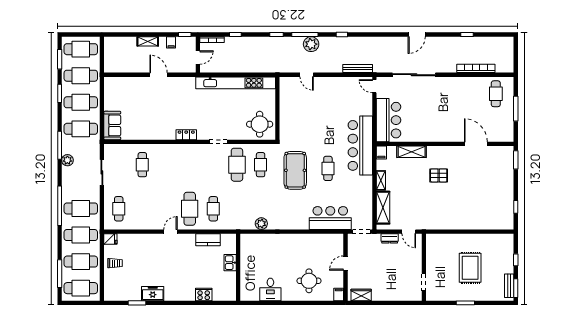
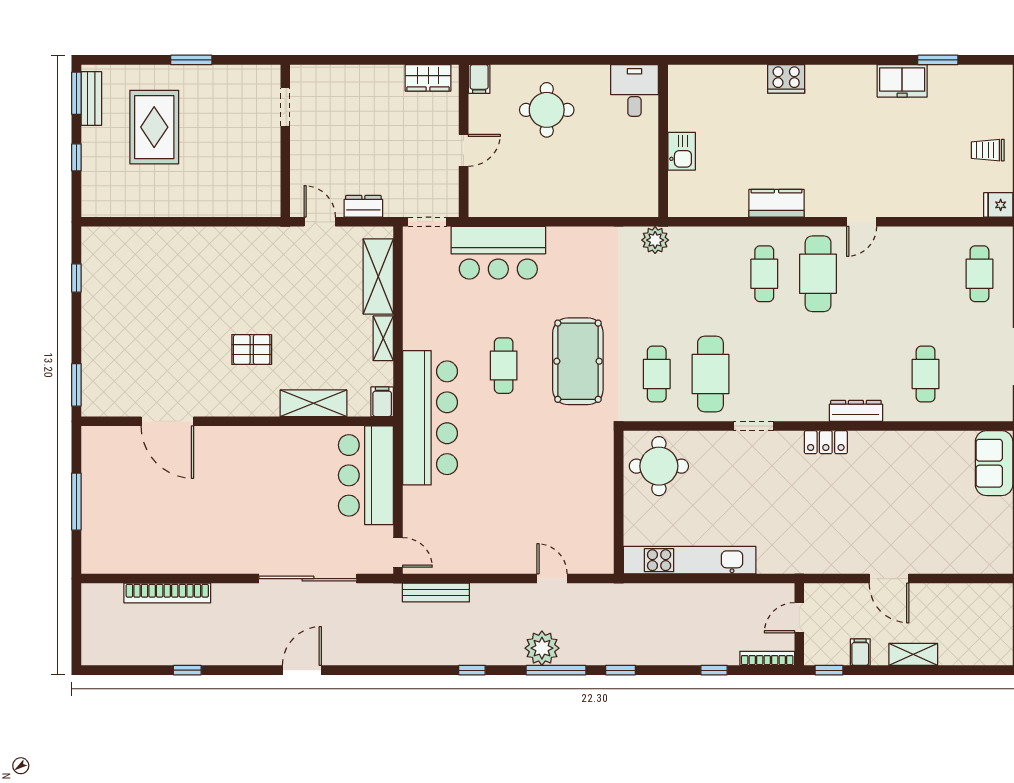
kitchen unit: (236, 83) -> (690, 560), width x0.73
cafe table: (496, 94) -> (122, 535), removed
dresser: (173, 148) -> (856, 411), added
kitchen sink: (230, 263) -> (682, 151), moved
wall: (238, 267) -> (663, 141), moved
rug: (470, 268) -> (154, 127), moved

